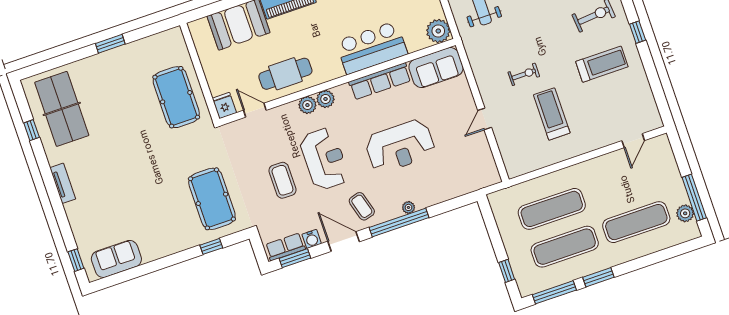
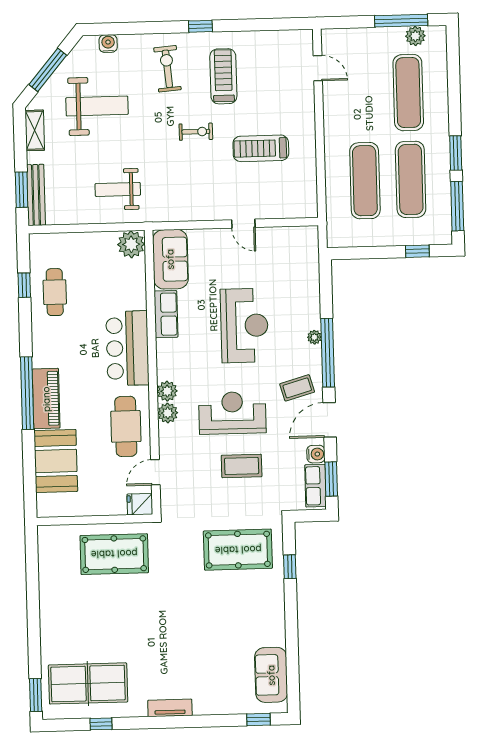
window: (110, 44) -> (36, 695), moved
bar counter: (372, 48) -> (127, 348), moved
exercise bike: (524, 74) -> (196, 132), moved, turned 90
row of seats: (380, 81) -> (166, 314), width x0.68

